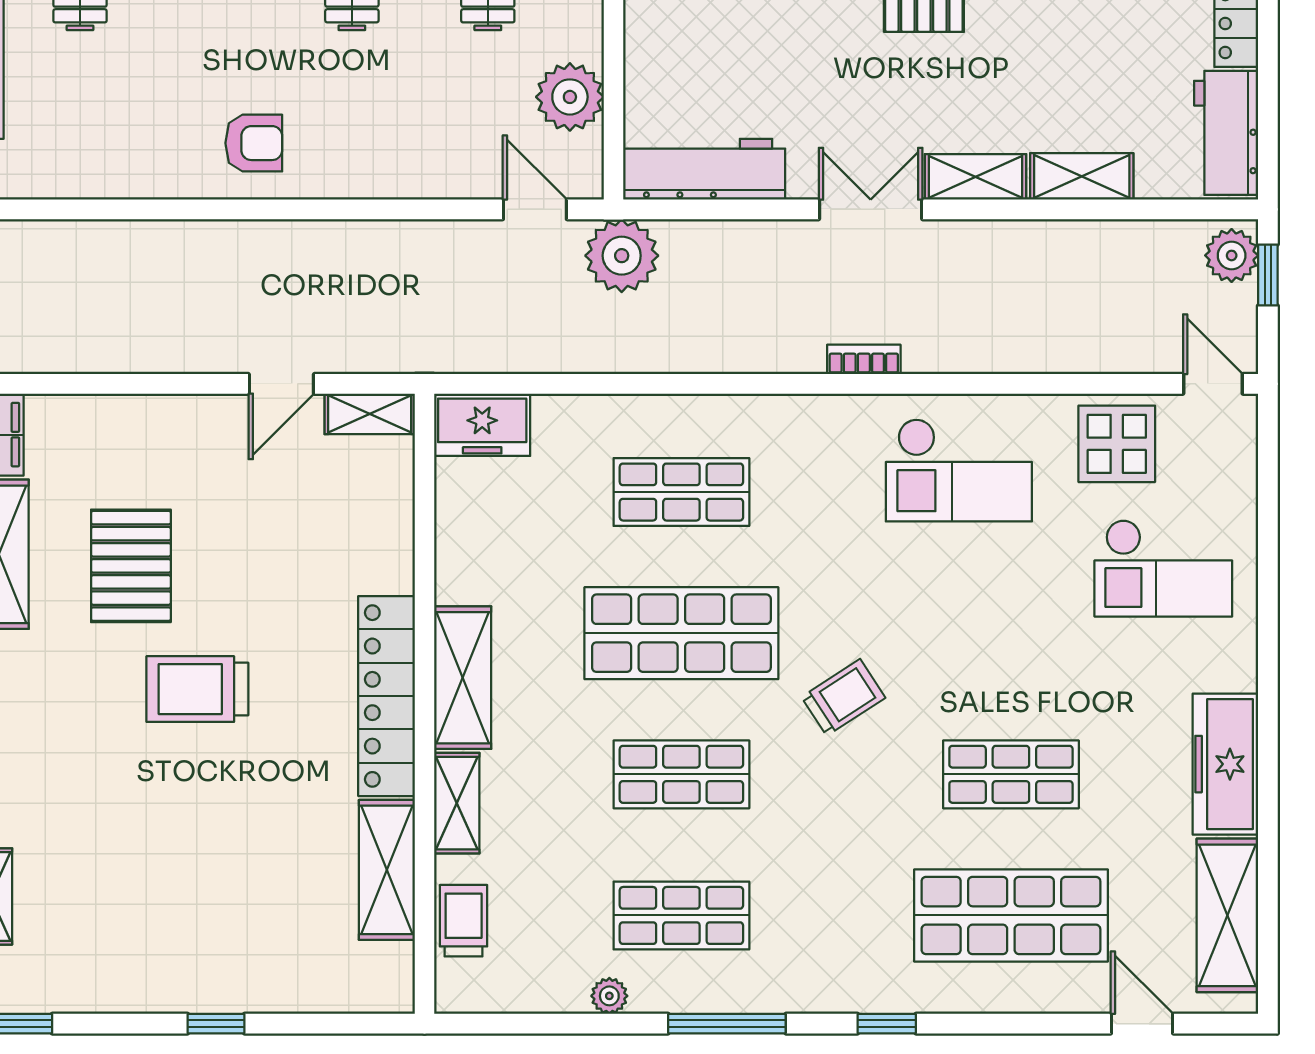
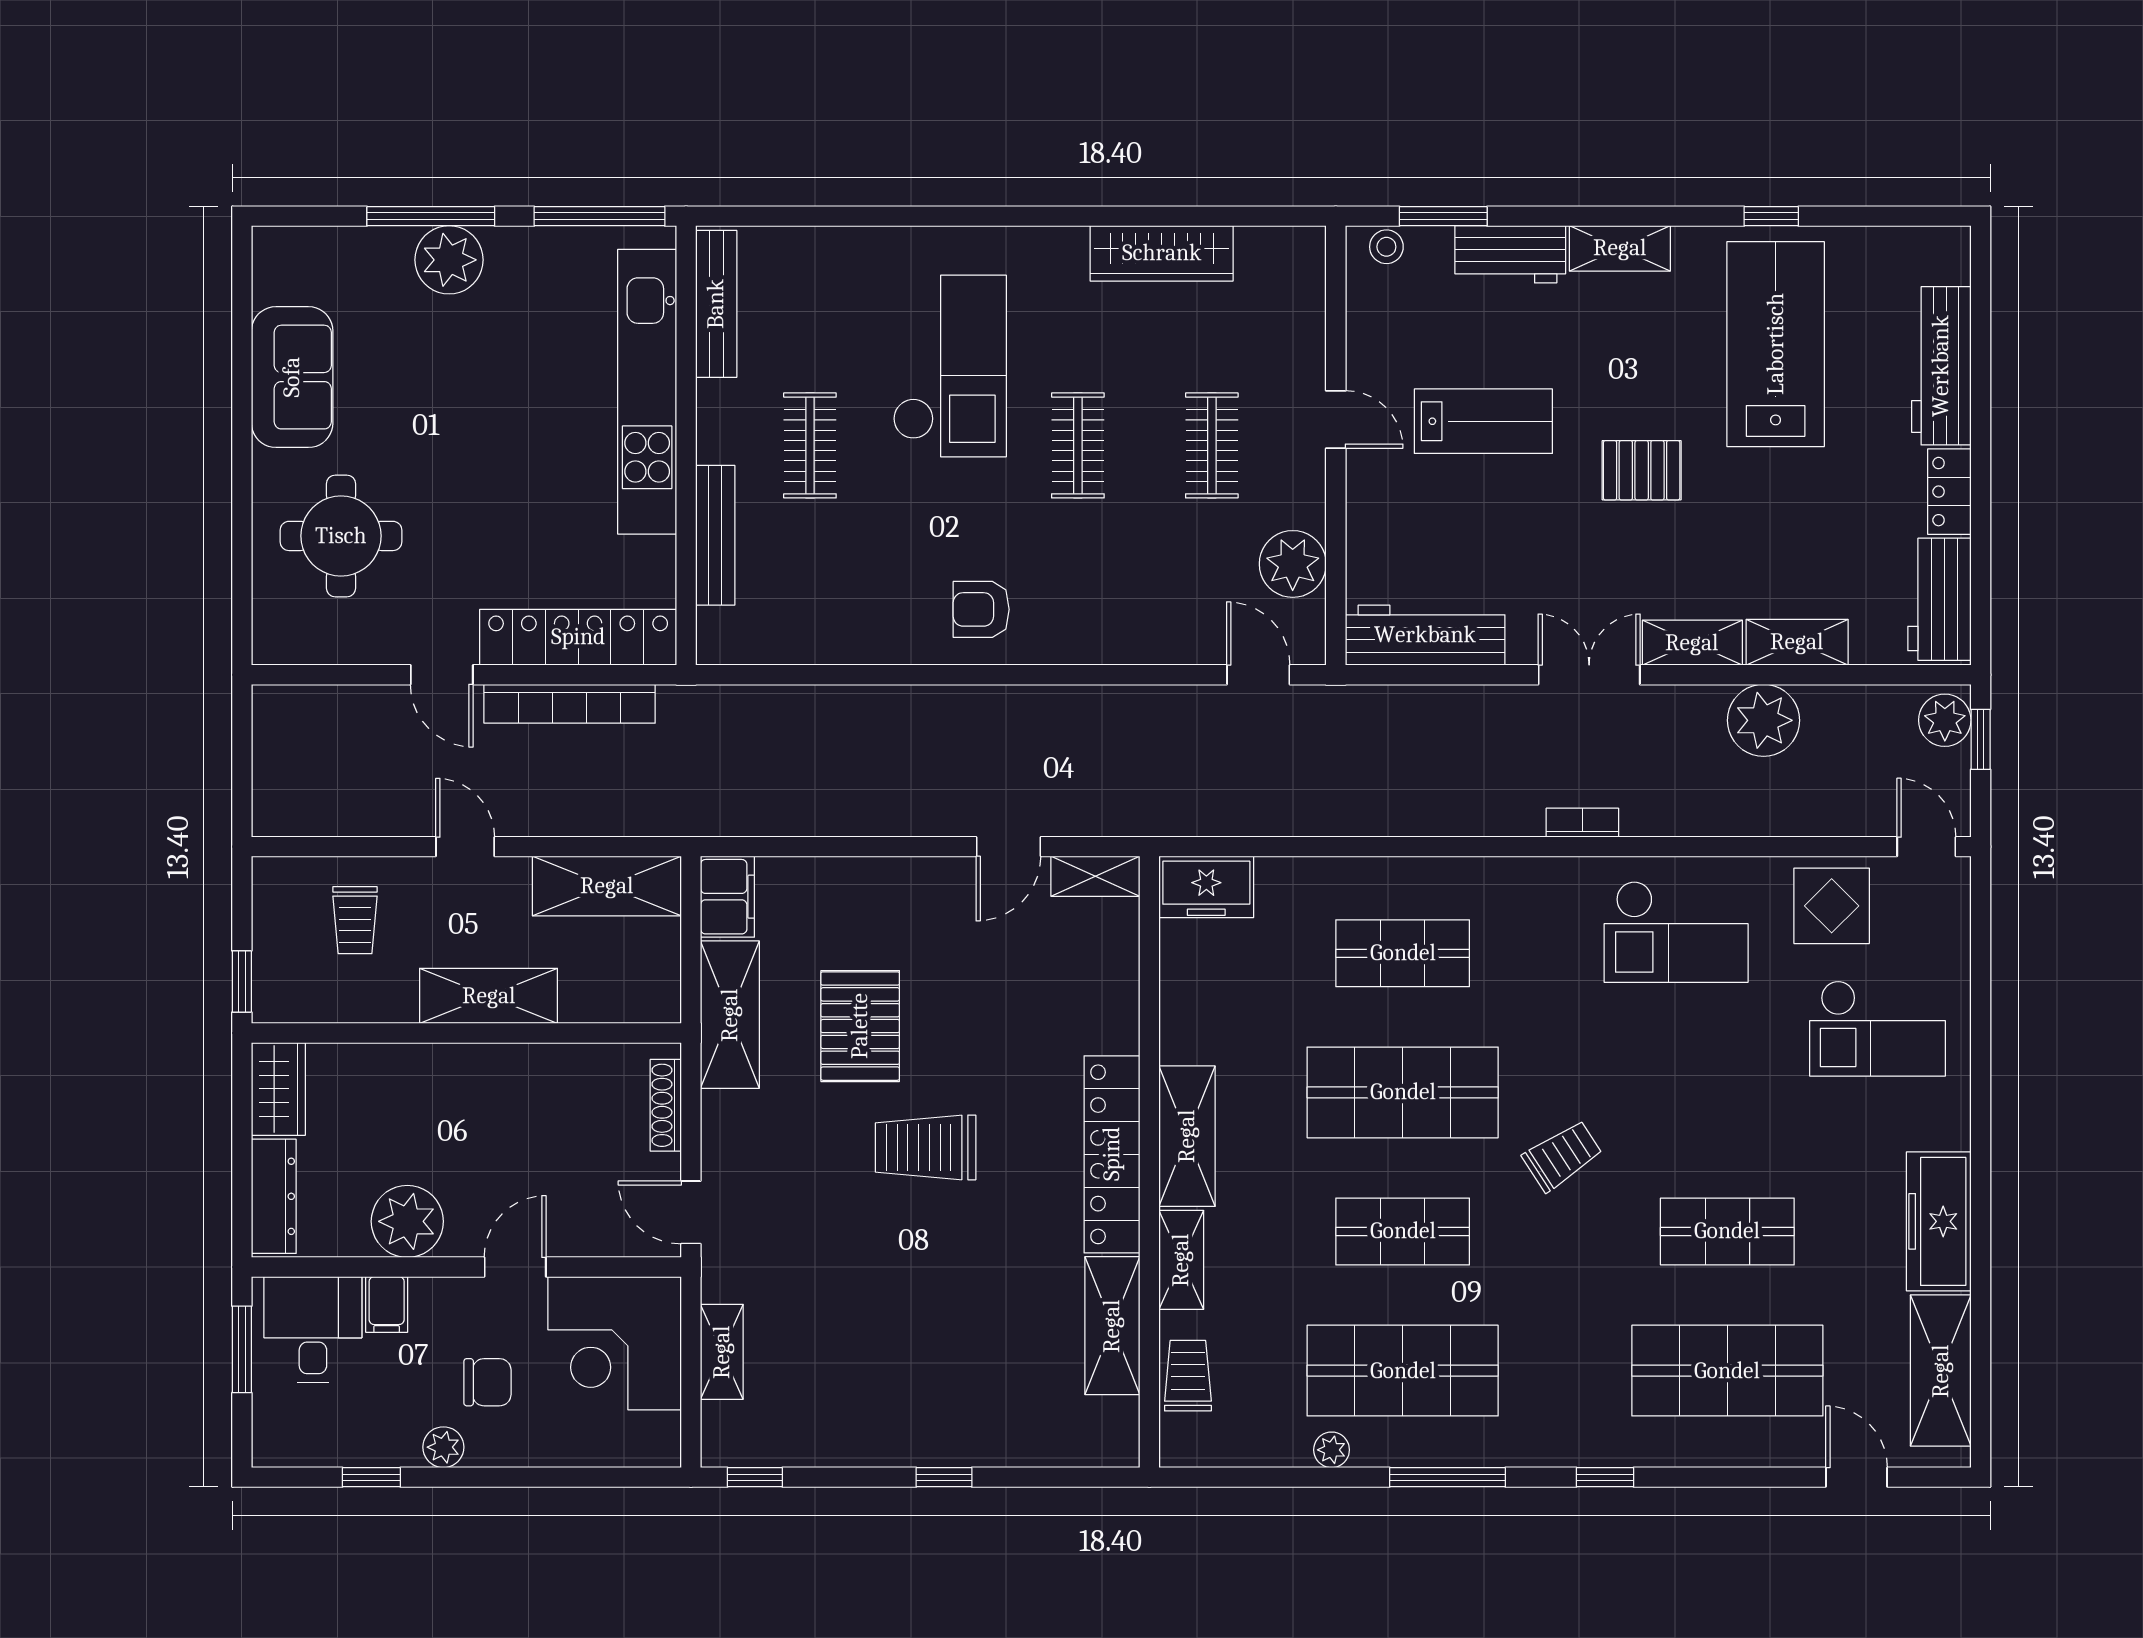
armchair: (254, 143) -> (981, 609), turned 180
plant: (622, 256) -> (1764, 720), moved
shop shelf: (681, 915) -> (1403, 1371), width x1.43, depth x1.36

